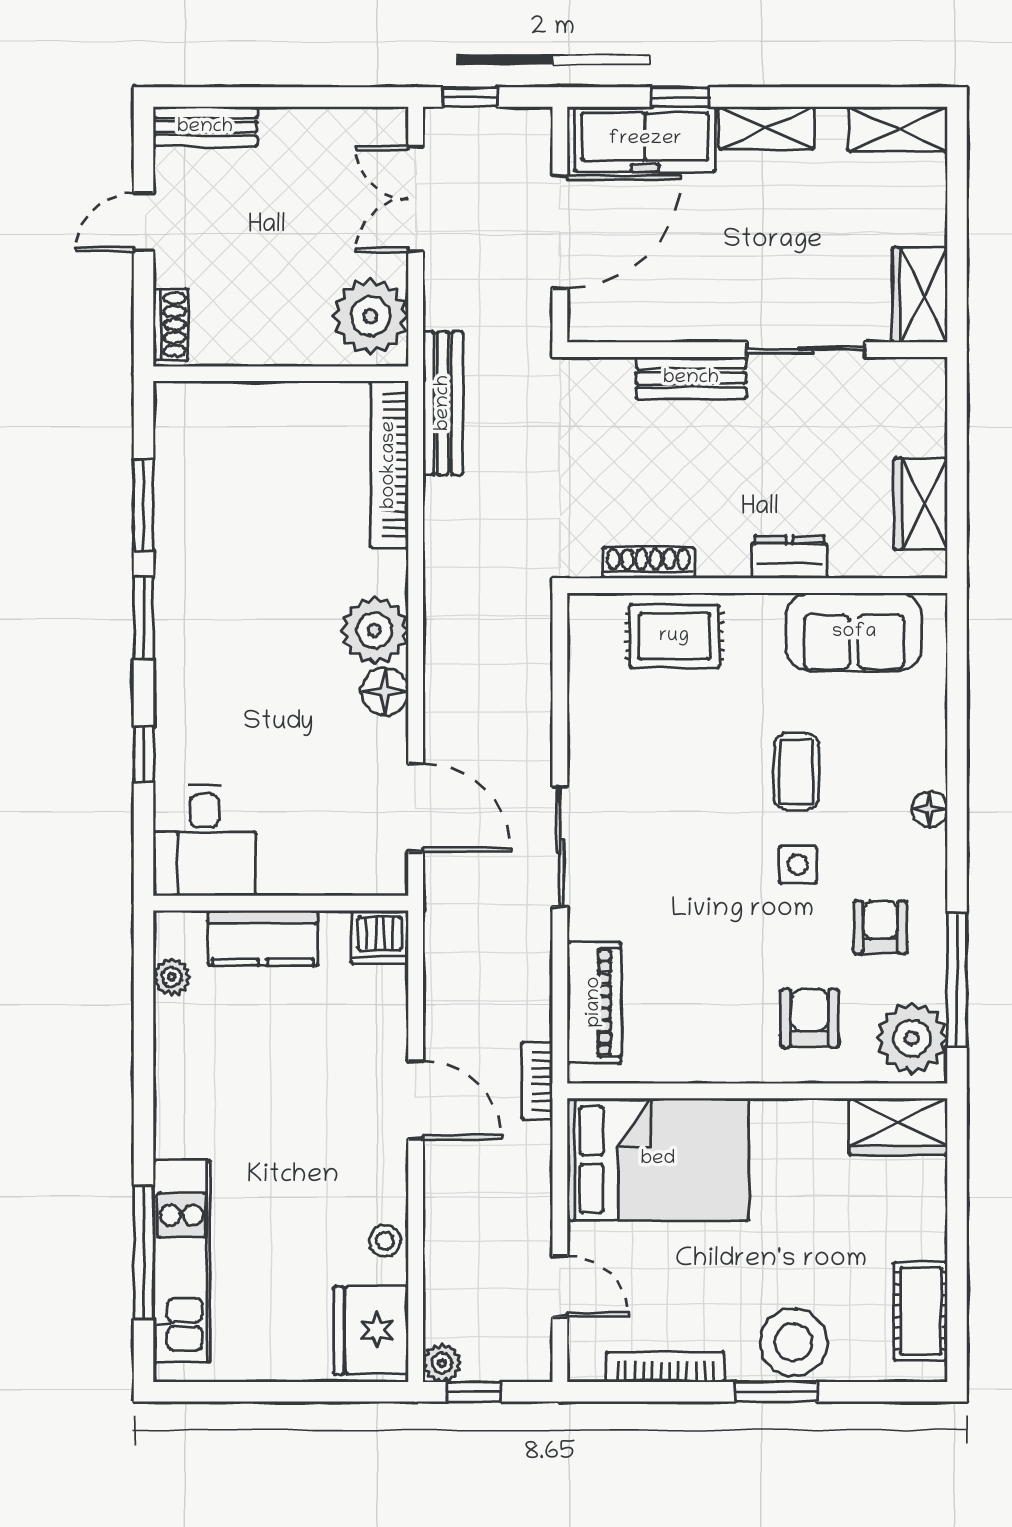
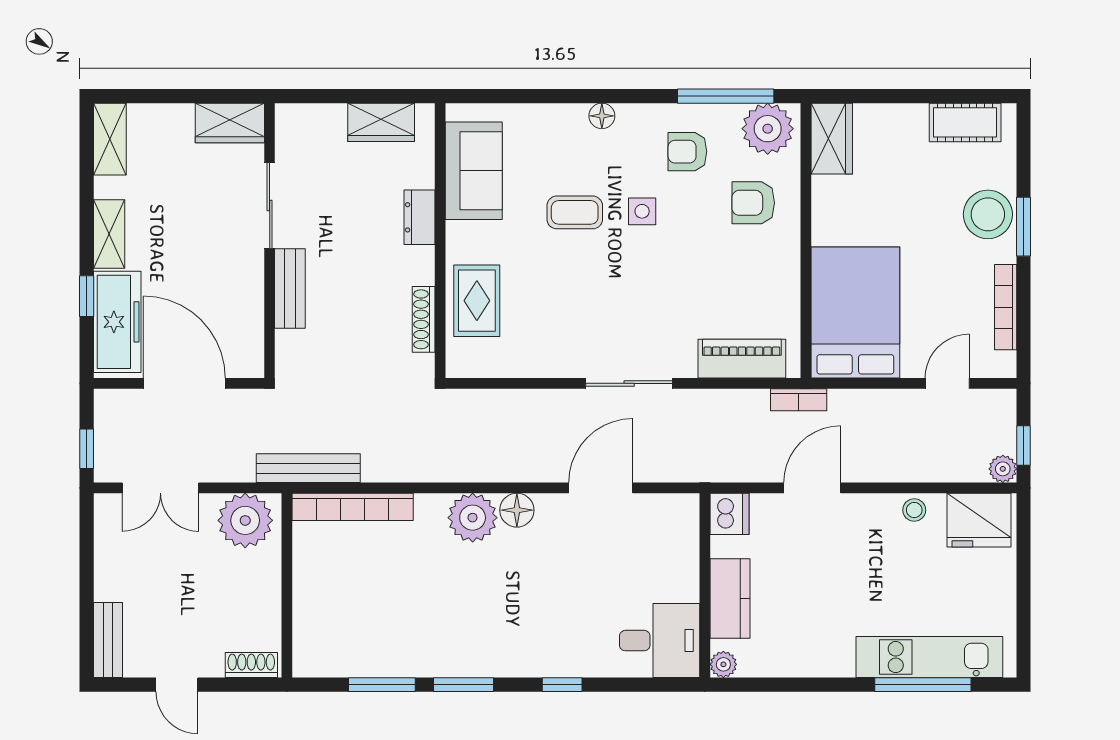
desk: (205, 841) -> (660, 641), moved
wall: (281, 903) -> (705, 585), moved
dishwasher: (380, 937) -> (729, 514), moved
kitchen counter: (263, 938) -> (730, 598), moved

